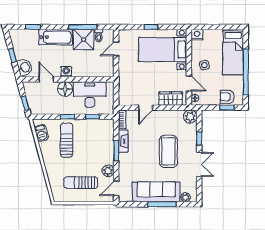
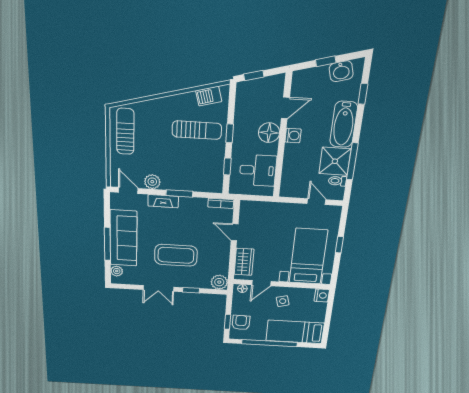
washbasin: (25, 67) -> (341, 71), moved
desk: (90, 94) -> (258, 170), width x0.73
fireplace: (123, 141) -> (163, 201), moved
sun lounger: (81, 183) -> (125, 131), moved

